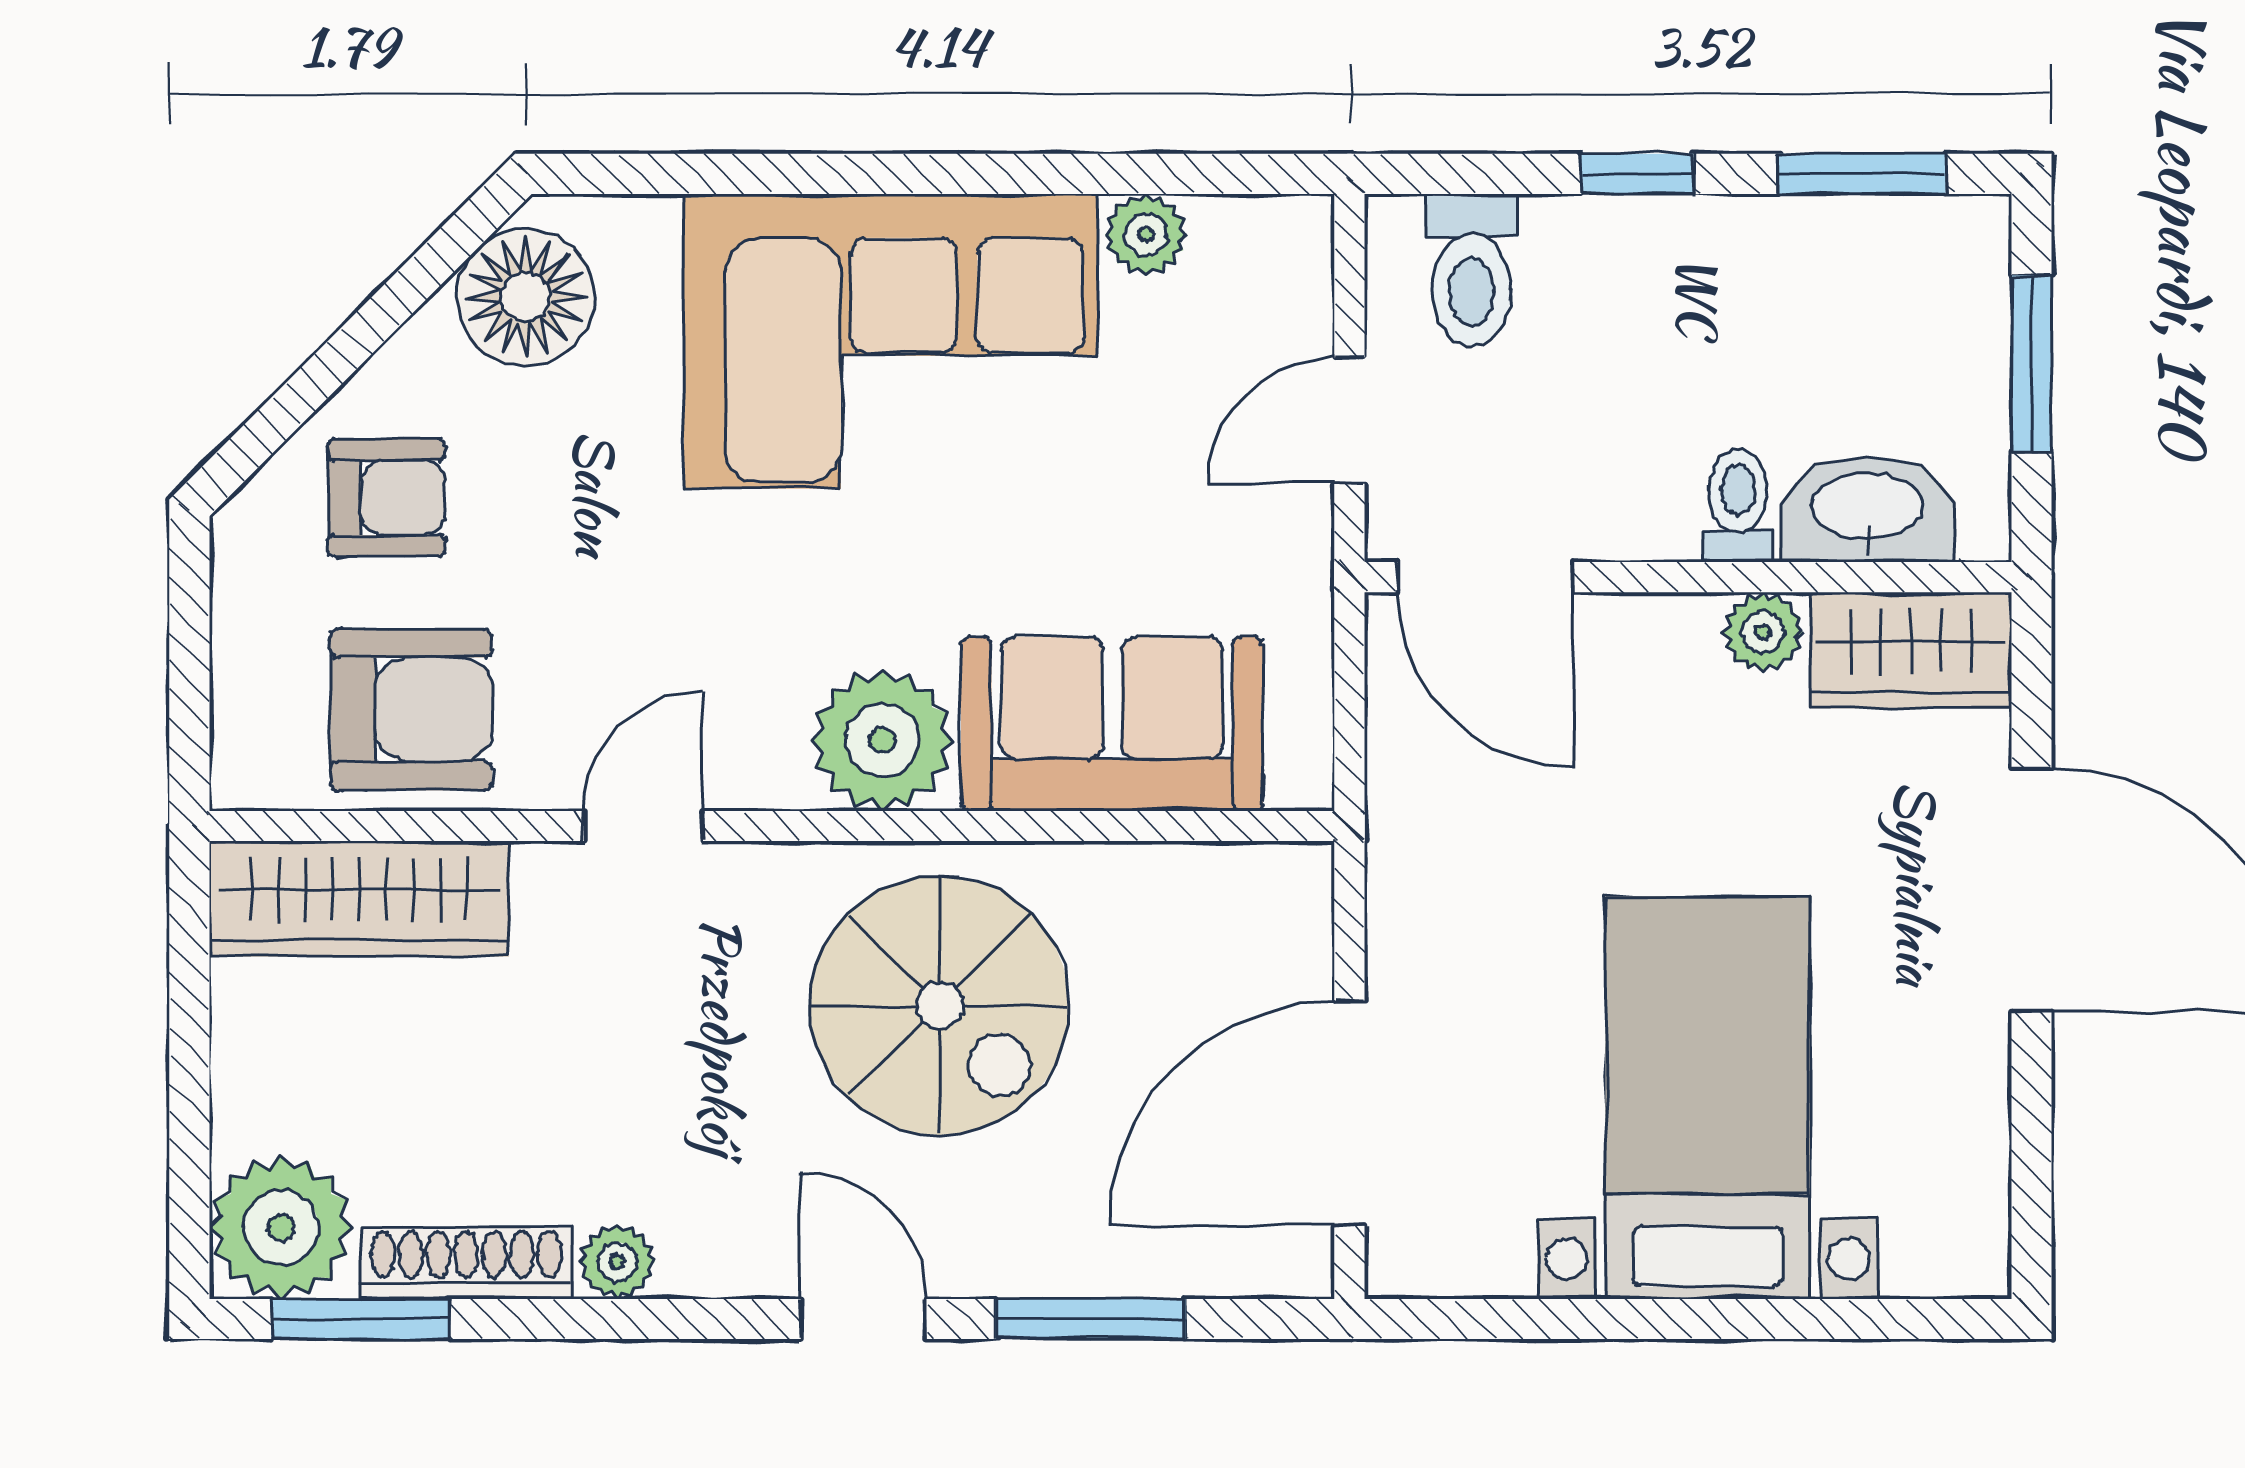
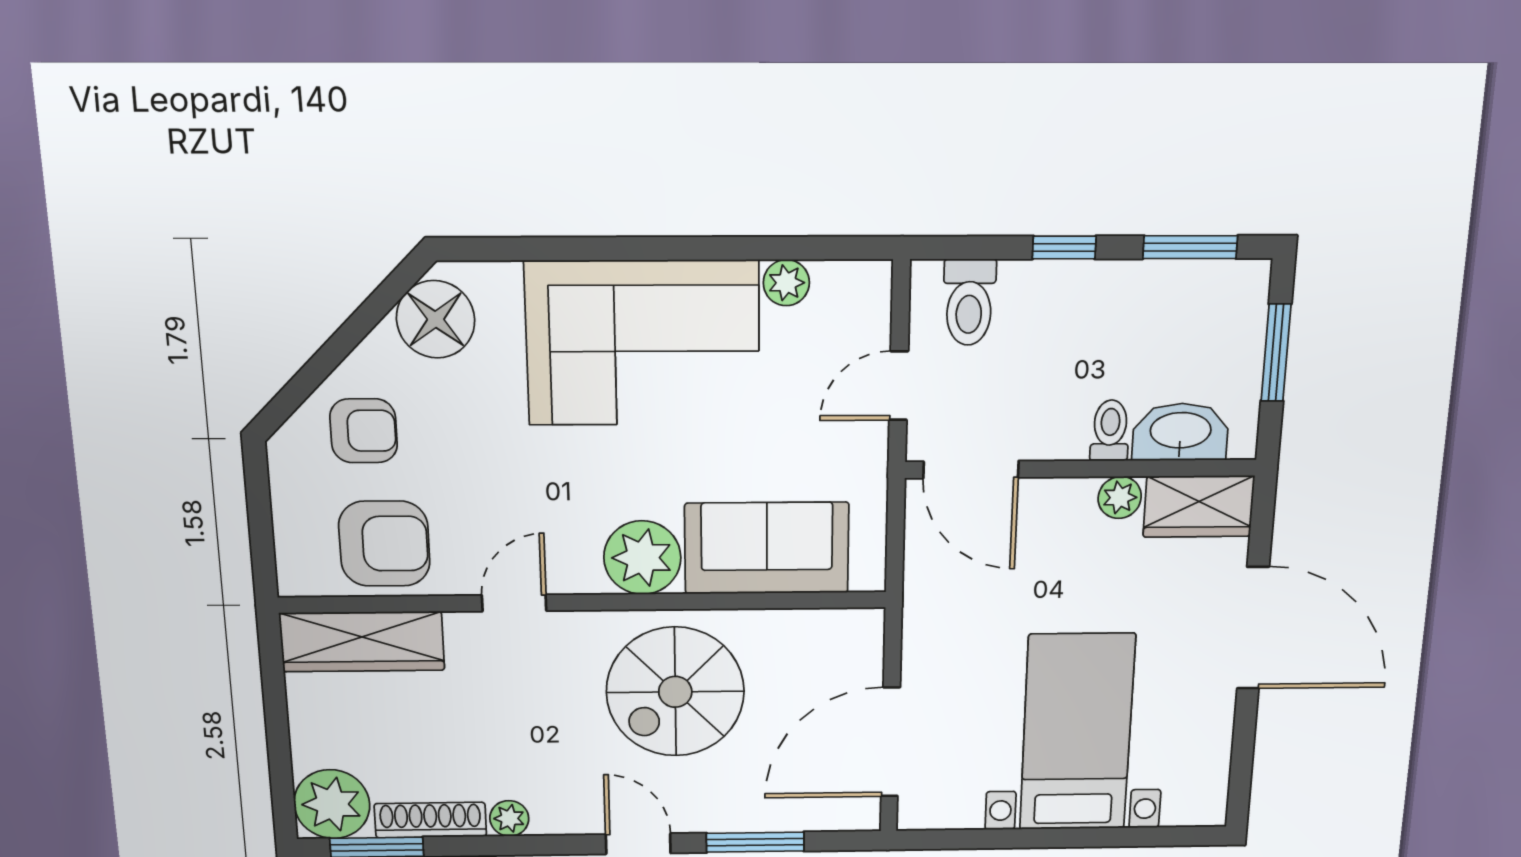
spiral stairs: (940, 1005) -> (675, 692), turned 90

